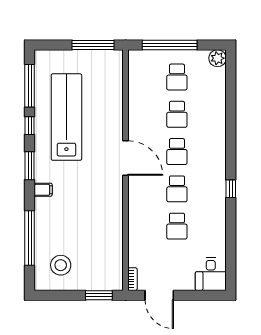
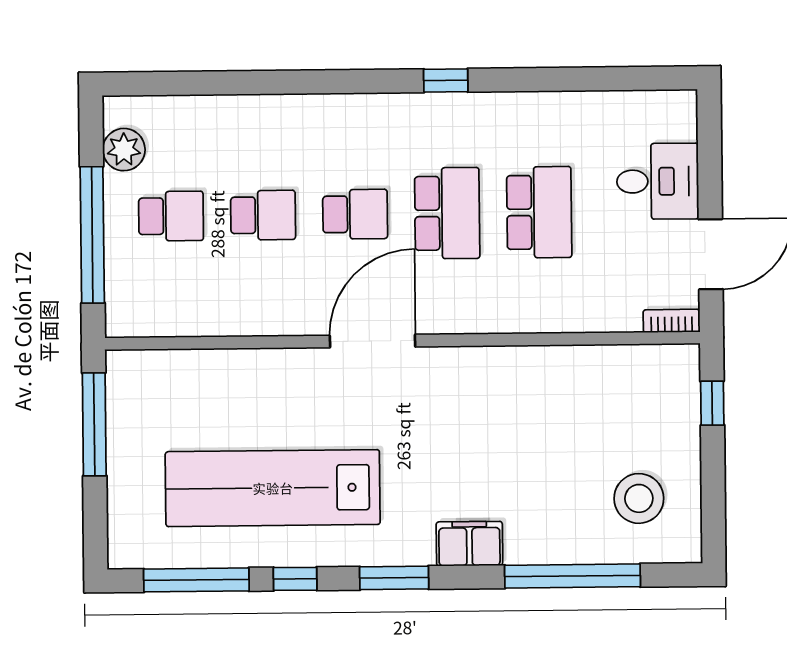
plant: (218, 58) -> (124, 150), moved
school desk: (177, 189) -> (447, 213), width x1.85
filing cabinet: (43, 190) -> (469, 544), width x2.00
school desk: (177, 226) -> (539, 212), width x1.85
desk: (211, 274) -> (658, 181), moved
window: (99, 295) -> (712, 403), width x0.67

